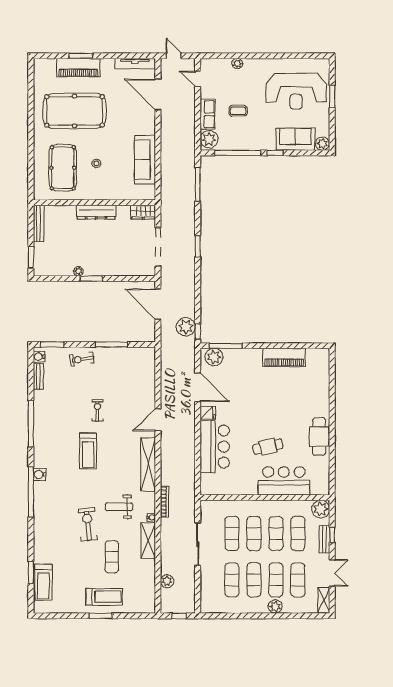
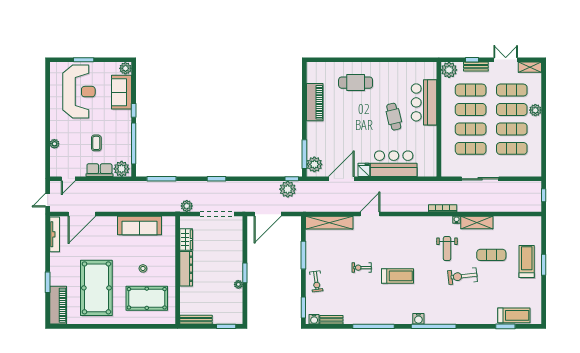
piano: (78, 68) -> (58, 305), moved
wardrobe: (143, 212) -> (186, 240), moved
door: (158, 420) -> (370, 214), swing flipped
cafe table: (319, 437) -> (356, 83), moved
shelving: (148, 464) -> (329, 223), moved
plant: (167, 581) -> (187, 206), moved

